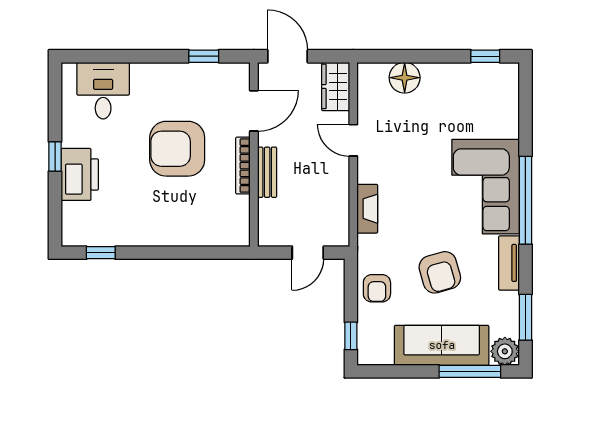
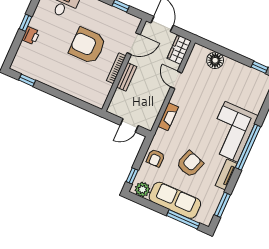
printer: (80, 174) -> (31, 36), width x0.53, depth x0.68
armchair: (440, 272) -> (190, 164), turned -145
plant: (505, 351) -> (142, 189), moved

